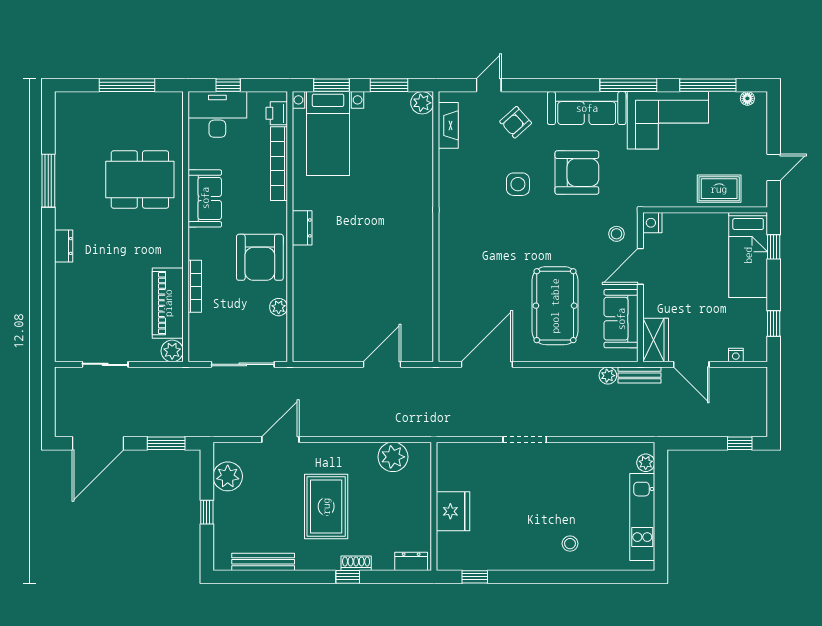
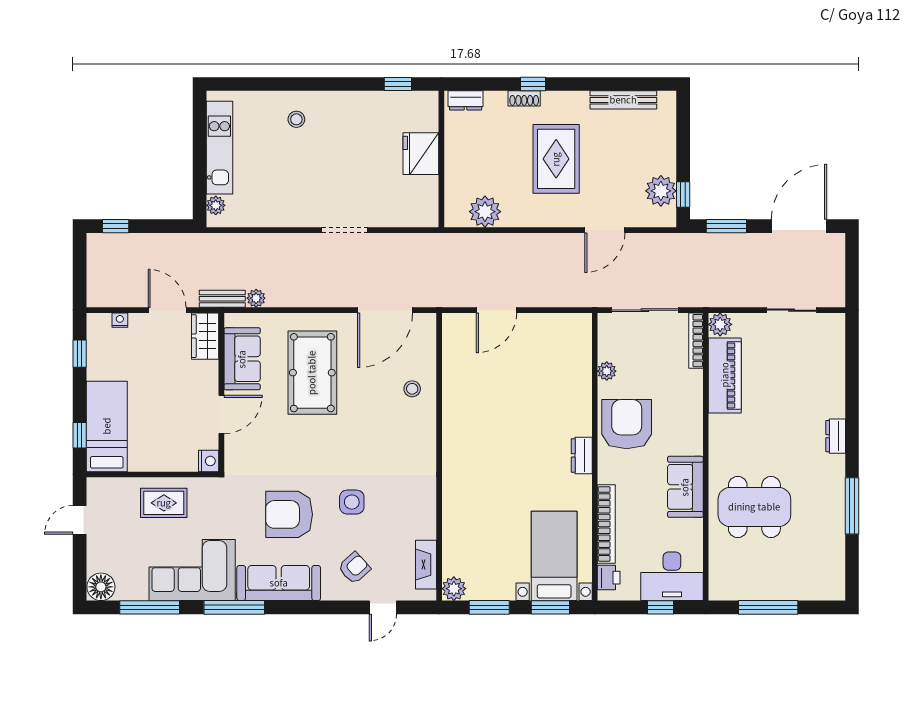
floor lamp: (747, 98) -> (101, 587), width x1.89, depth x1.89
rug: (719, 189) -> (164, 503), moved
stool: (616, 234) -> (412, 389), moved
bookcase: (195, 286) -> (696, 341), moved
window: (207, 512) -> (683, 194), moved

